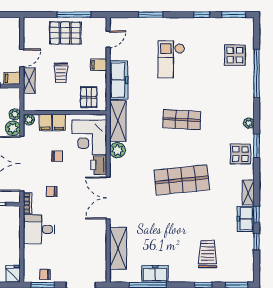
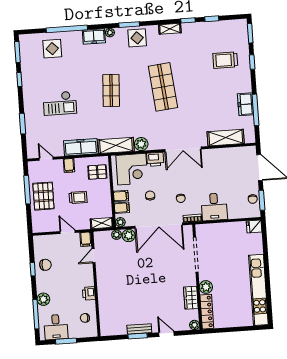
shelving: (29, 81) -> (102, 223), moved
freezer: (246, 219) -> (94, 36), moved

